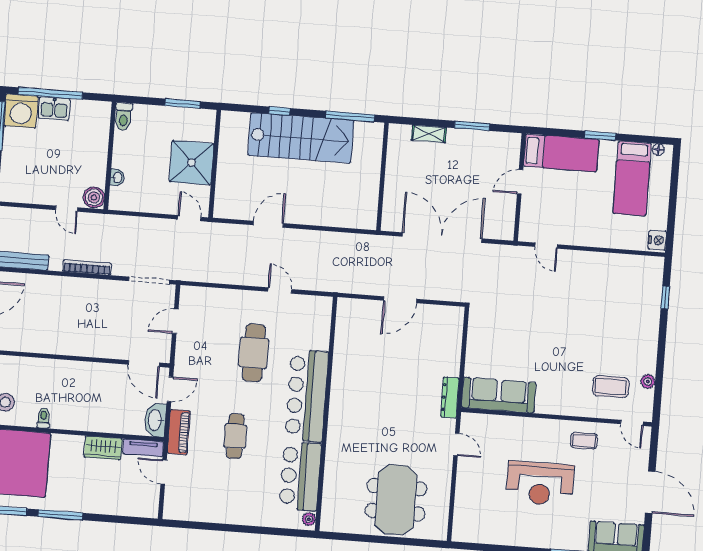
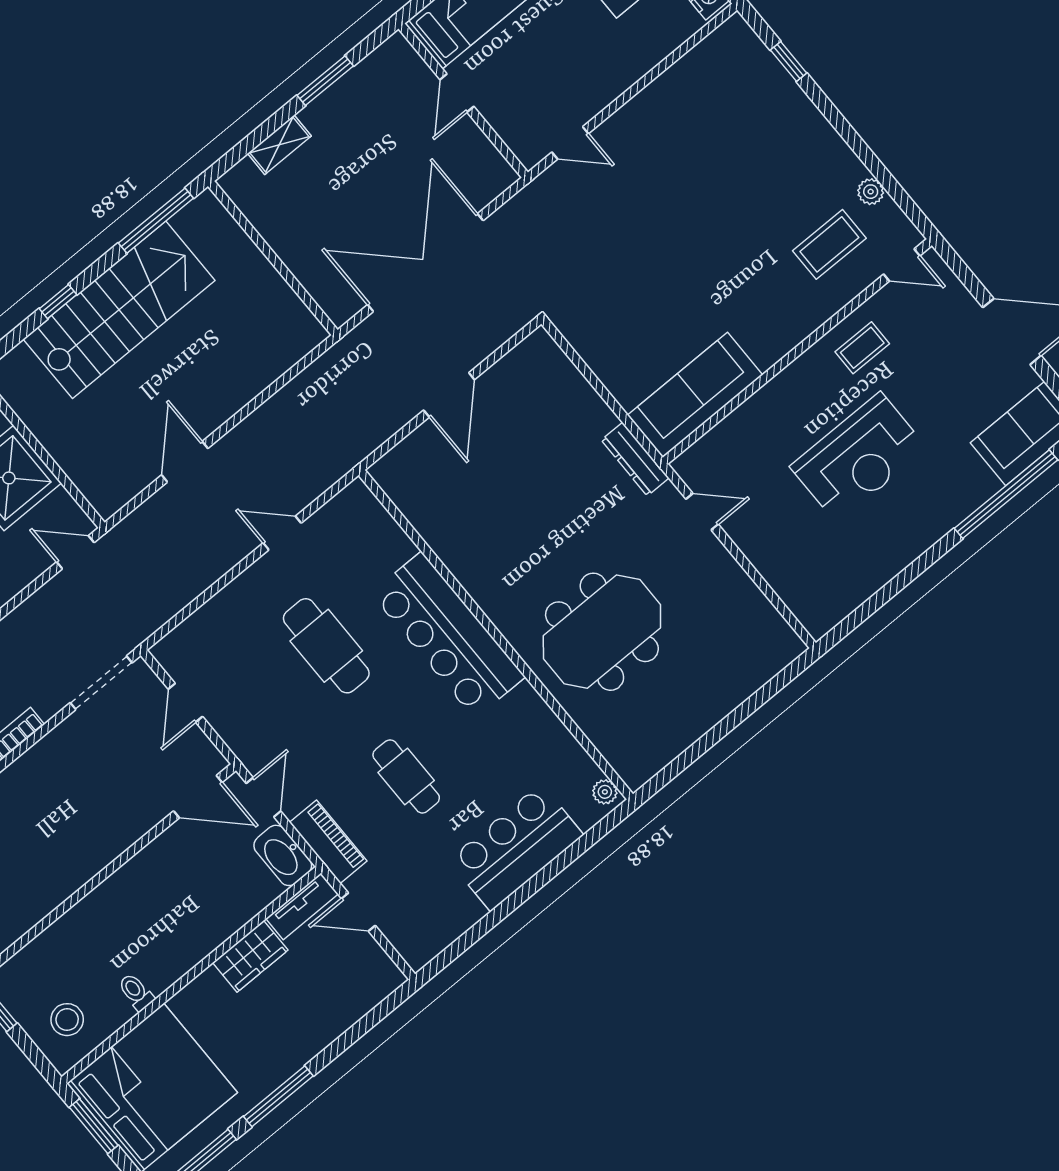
bar counter: (300, 476) -> (516, 847), moved, turned 90
meeting table: (396, 500) -> (602, 632), moved, turned 90

